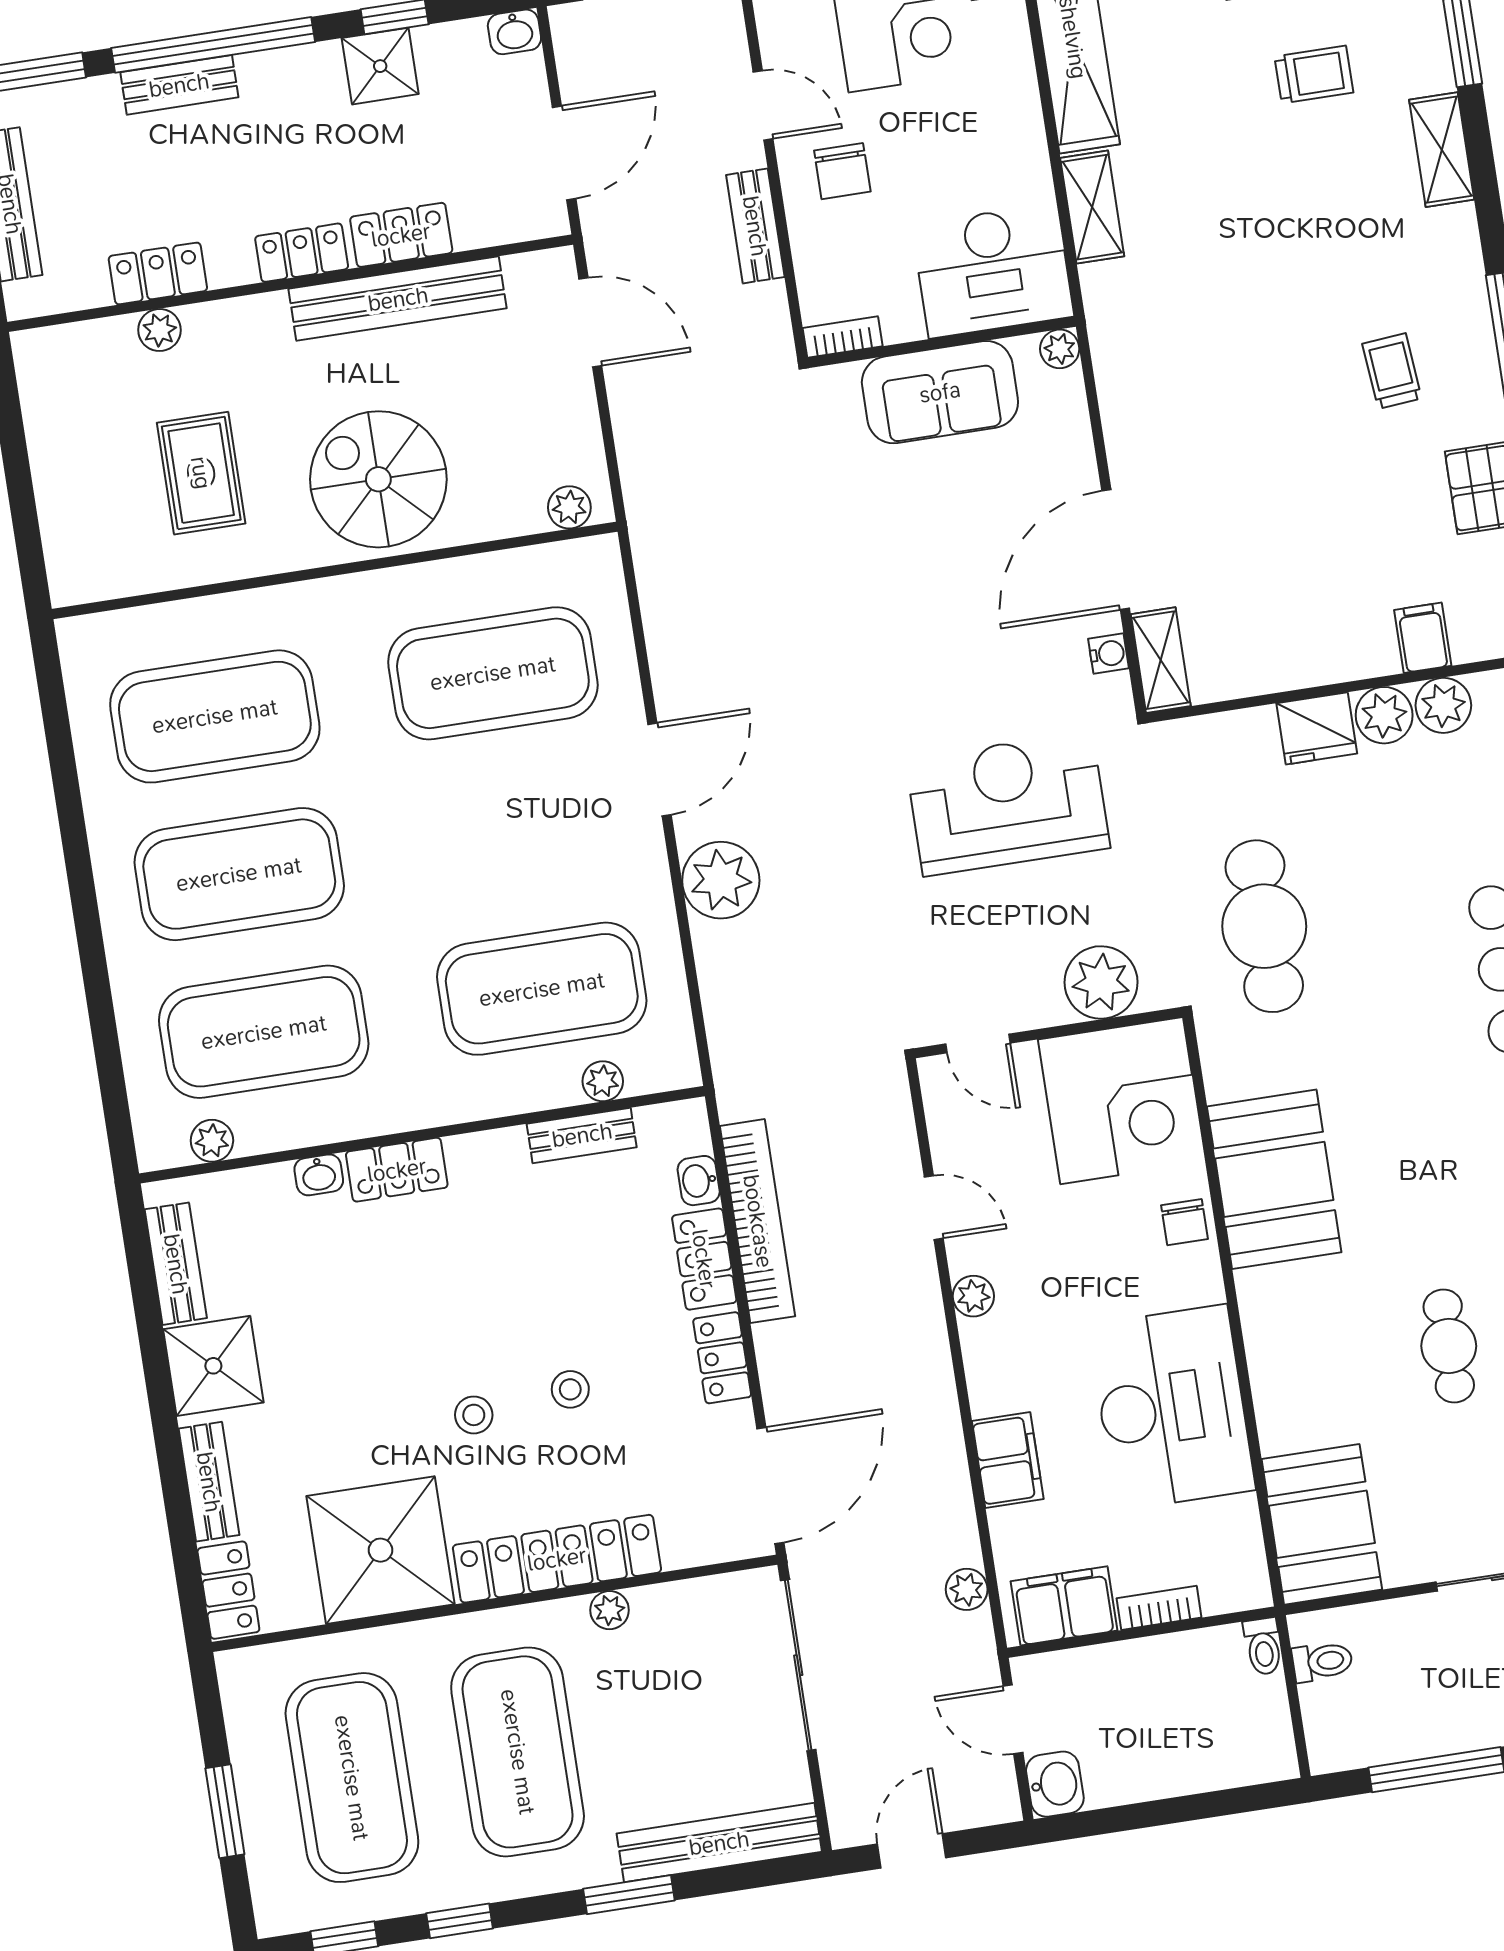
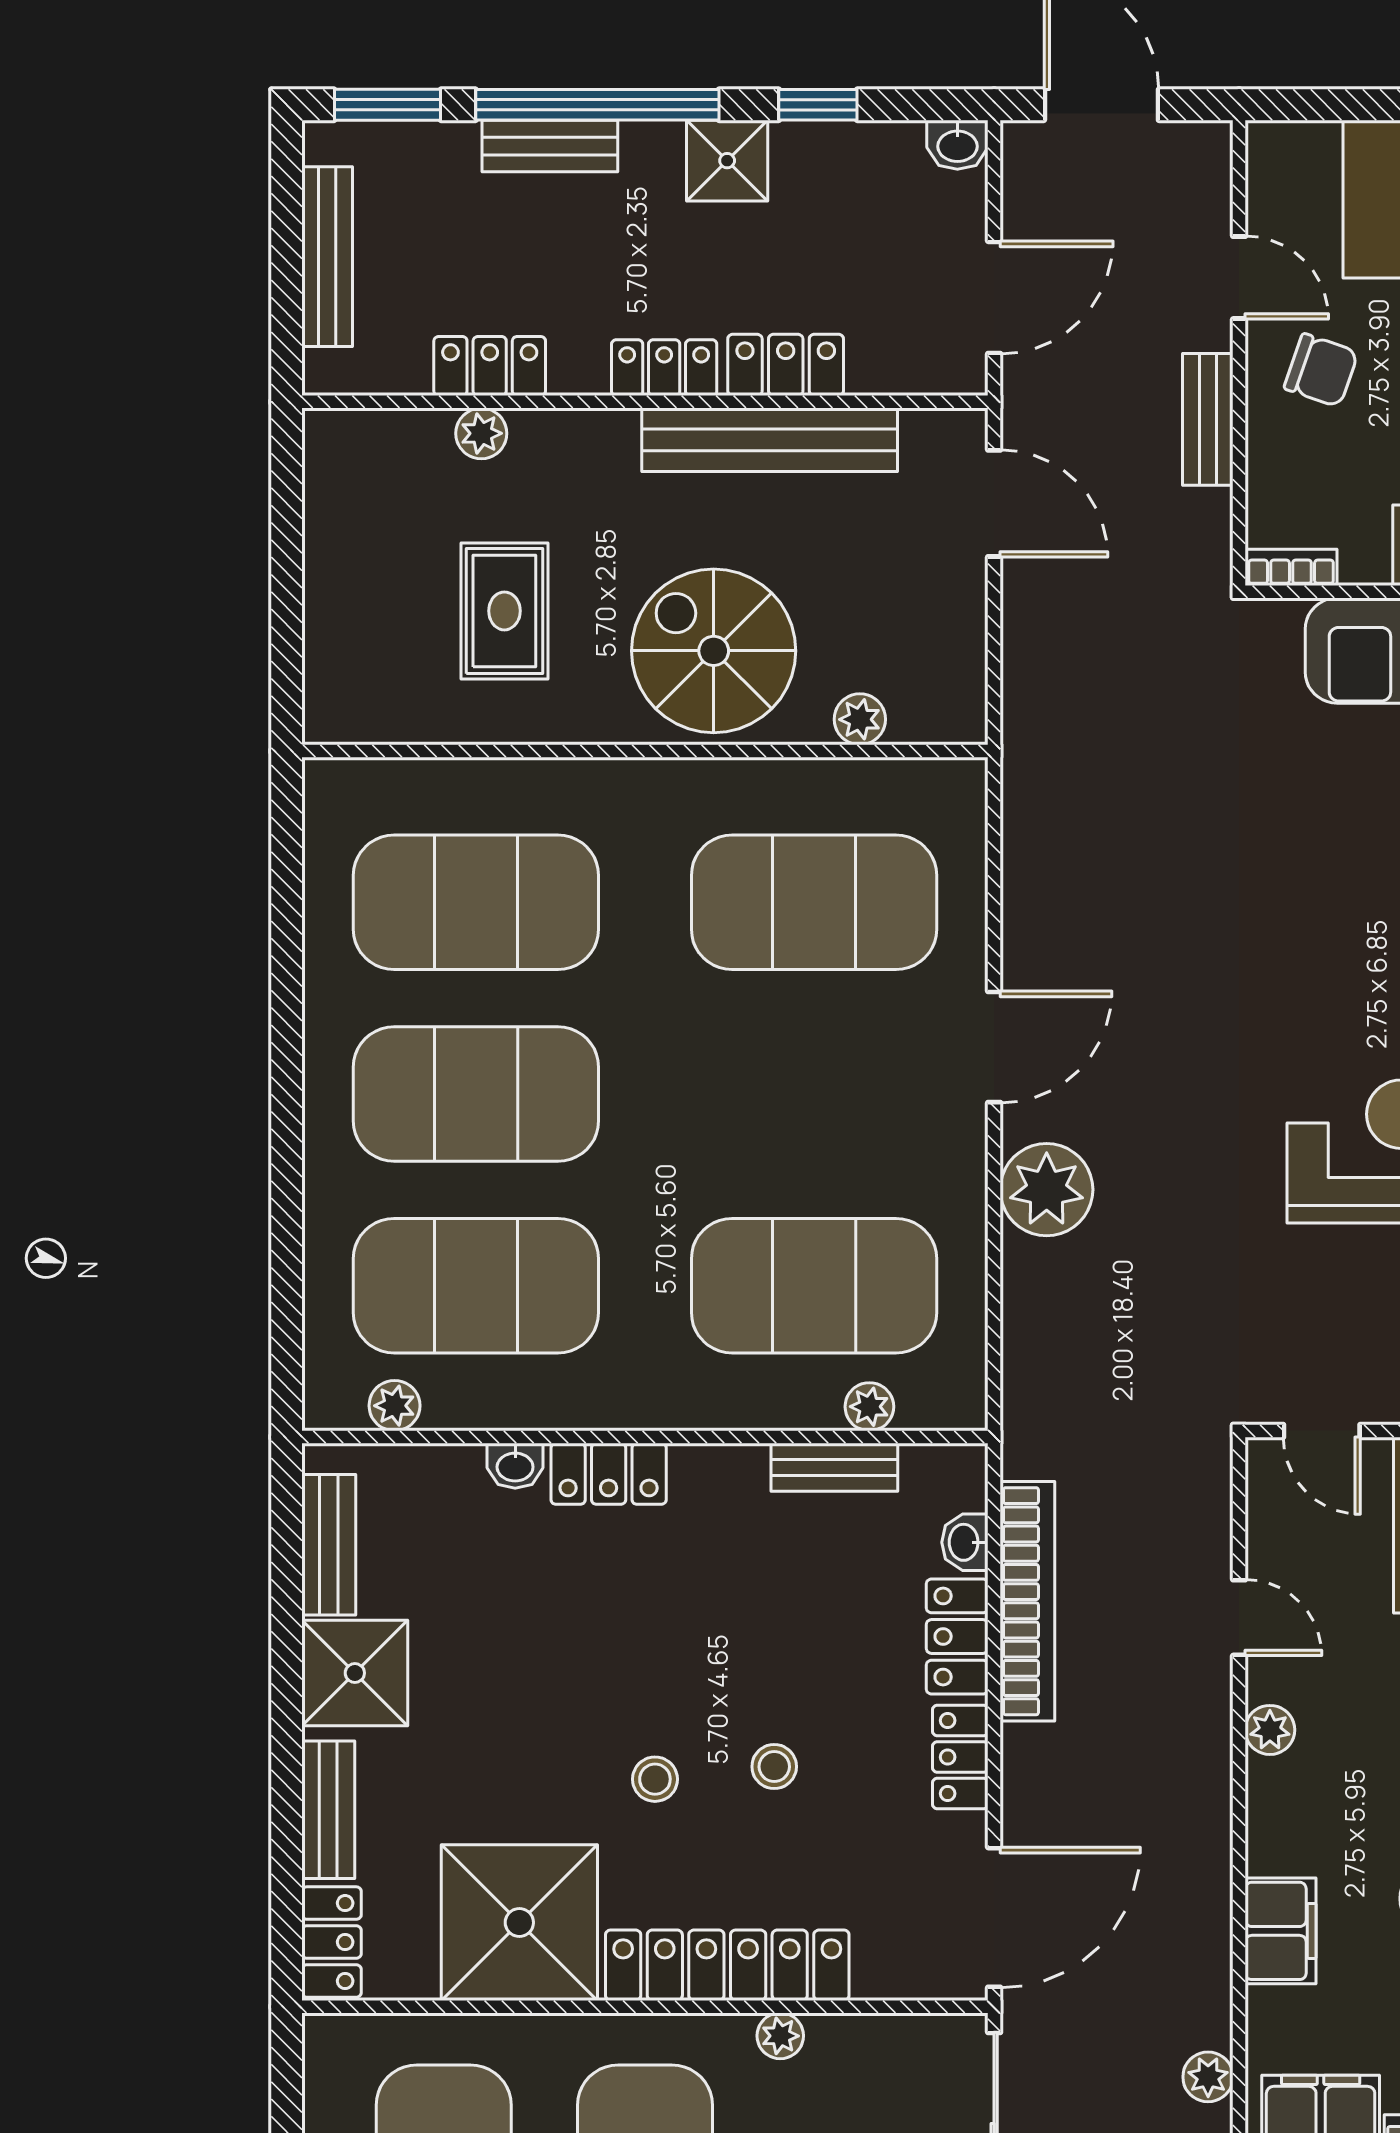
shower: (380, 66) -> (727, 161), moved
chair: (842, 171) -> (1321, 370), turned -71
plant: (569, 507) -> (860, 719), moved

